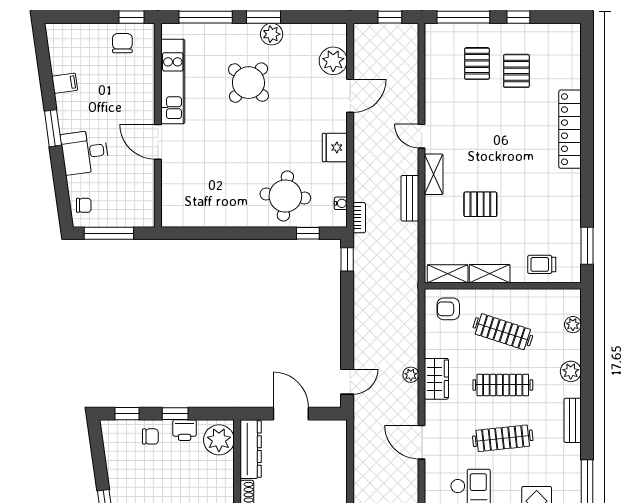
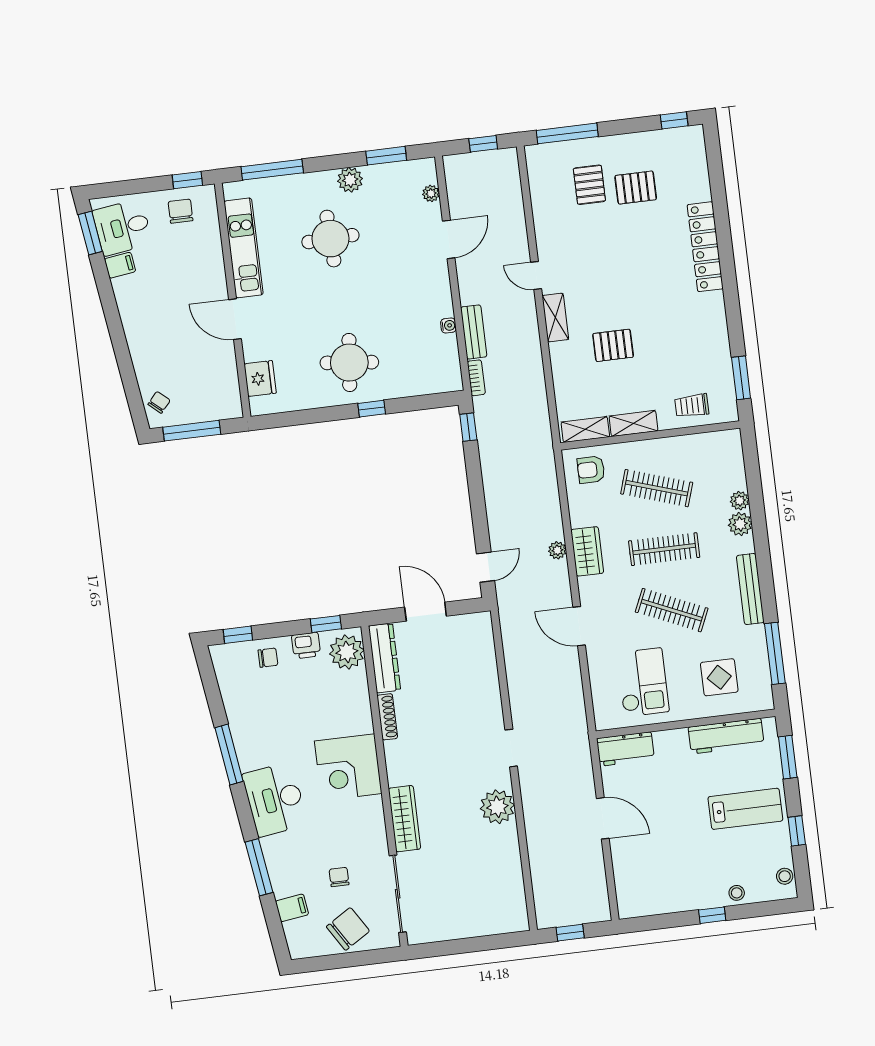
window: (264, 17) -> (386, 156), moved
window: (518, 17) -> (674, 120), moved
plant: (333, 61) -> (431, 193), width x0.53, depth x0.53
pallet: (516, 71) -> (636, 188), turned 90
round table: (248, 83) -> (330, 239), turned 45
window: (53, 128) -> (90, 233), moved
fridge: (335, 148) -> (260, 379), moved, turned 180
desk: (85, 152) -> (122, 227), moved
round table: (285, 196) -> (349, 363), moved
bench: (410, 198) -> (474, 332), moved
water cooler: (341, 203) -> (448, 326), moved
chair: (84, 205) -> (159, 402), turned -49
window: (308, 233) -> (372, 409), moved
plant: (573, 325) -> (740, 501), moved
window: (175, 414) -> (326, 624), moved
bench: (573, 420) -> (750, 589), width x1.36
clothes rail: (503, 438) -> (672, 610), turned 30

